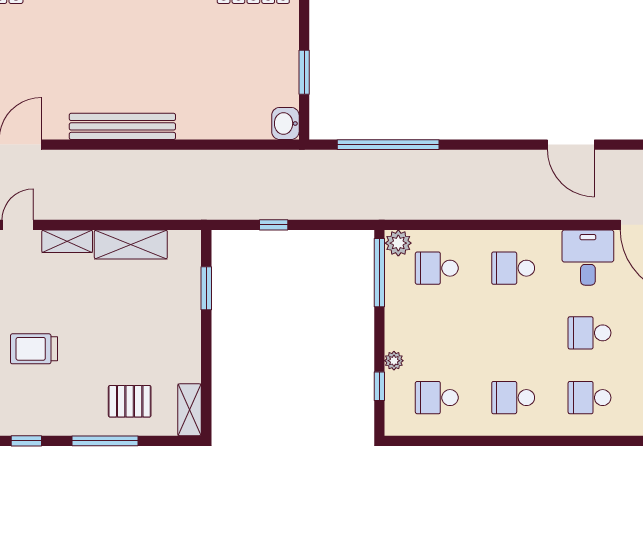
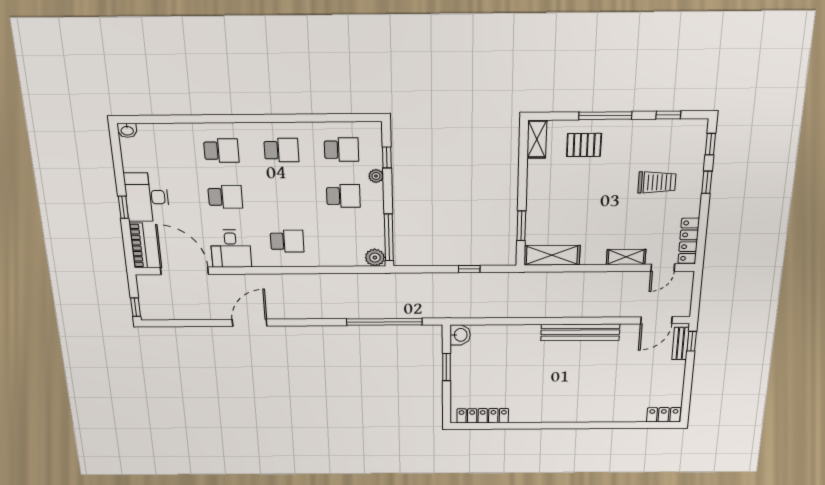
door: (571, 145) -> (250, 323), hinge flipped
shelving: (131, 245) -> (552, 255), moved
school desk: (437, 268) -> (343, 196), moved

